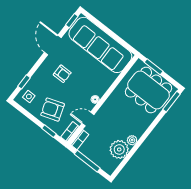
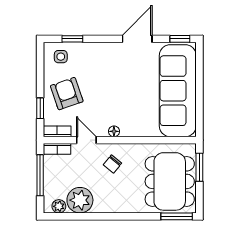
armchair: (62, 74) -> (114, 74), removed
chair: (113, 115) -> (112, 164), added
plant: (132, 140) -> (59, 206), moved

